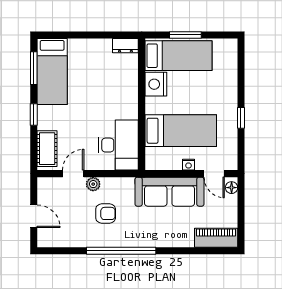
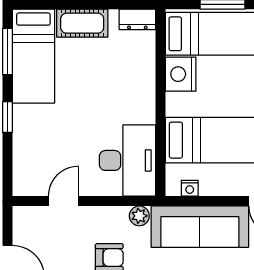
cot: (47, 149) -> (82, 23), moved, turned 90
nightstand: (188, 165) -> (190, 188), moved
plant: (93, 184) -> (139, 216), moved

